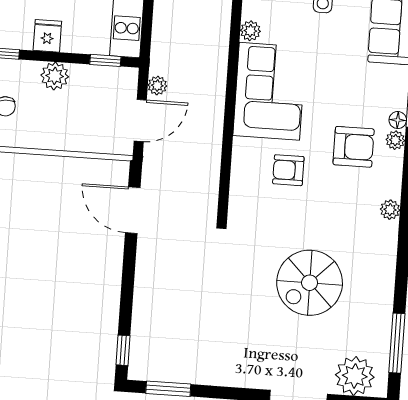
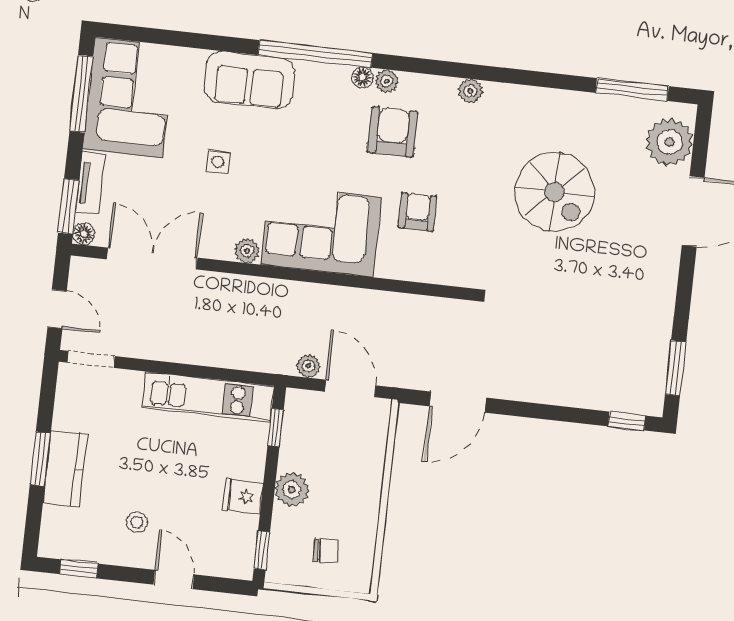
armchair: (288, 170) -> (417, 212), turned 180

